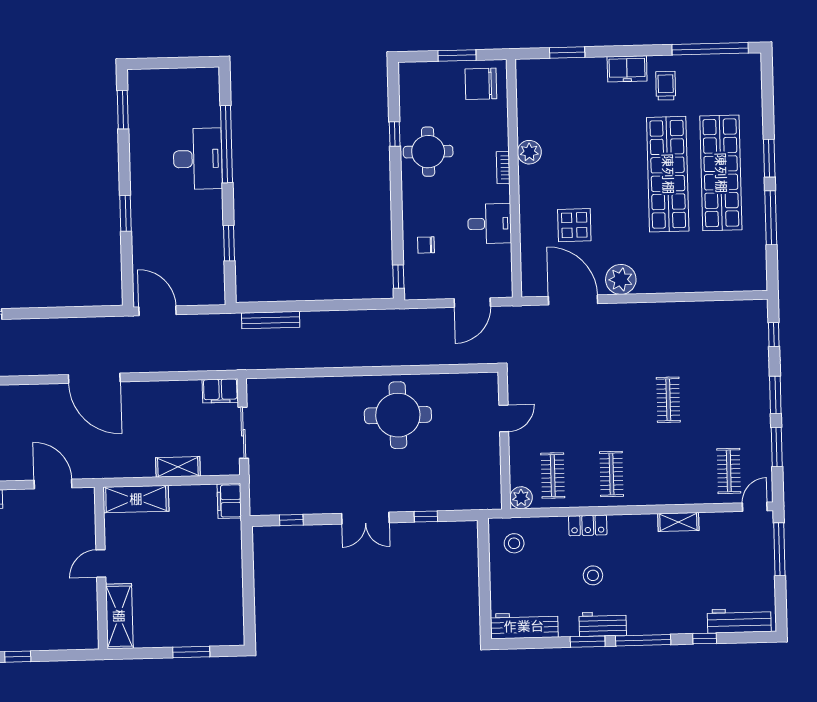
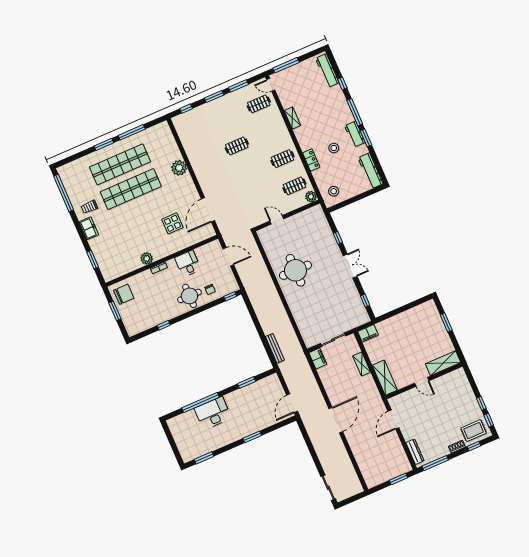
chair: (481, 84) -> (124, 294), turned -90
round table: (428, 152) -> (189, 296), moved
plant: (621, 279) -> (179, 168), moved

